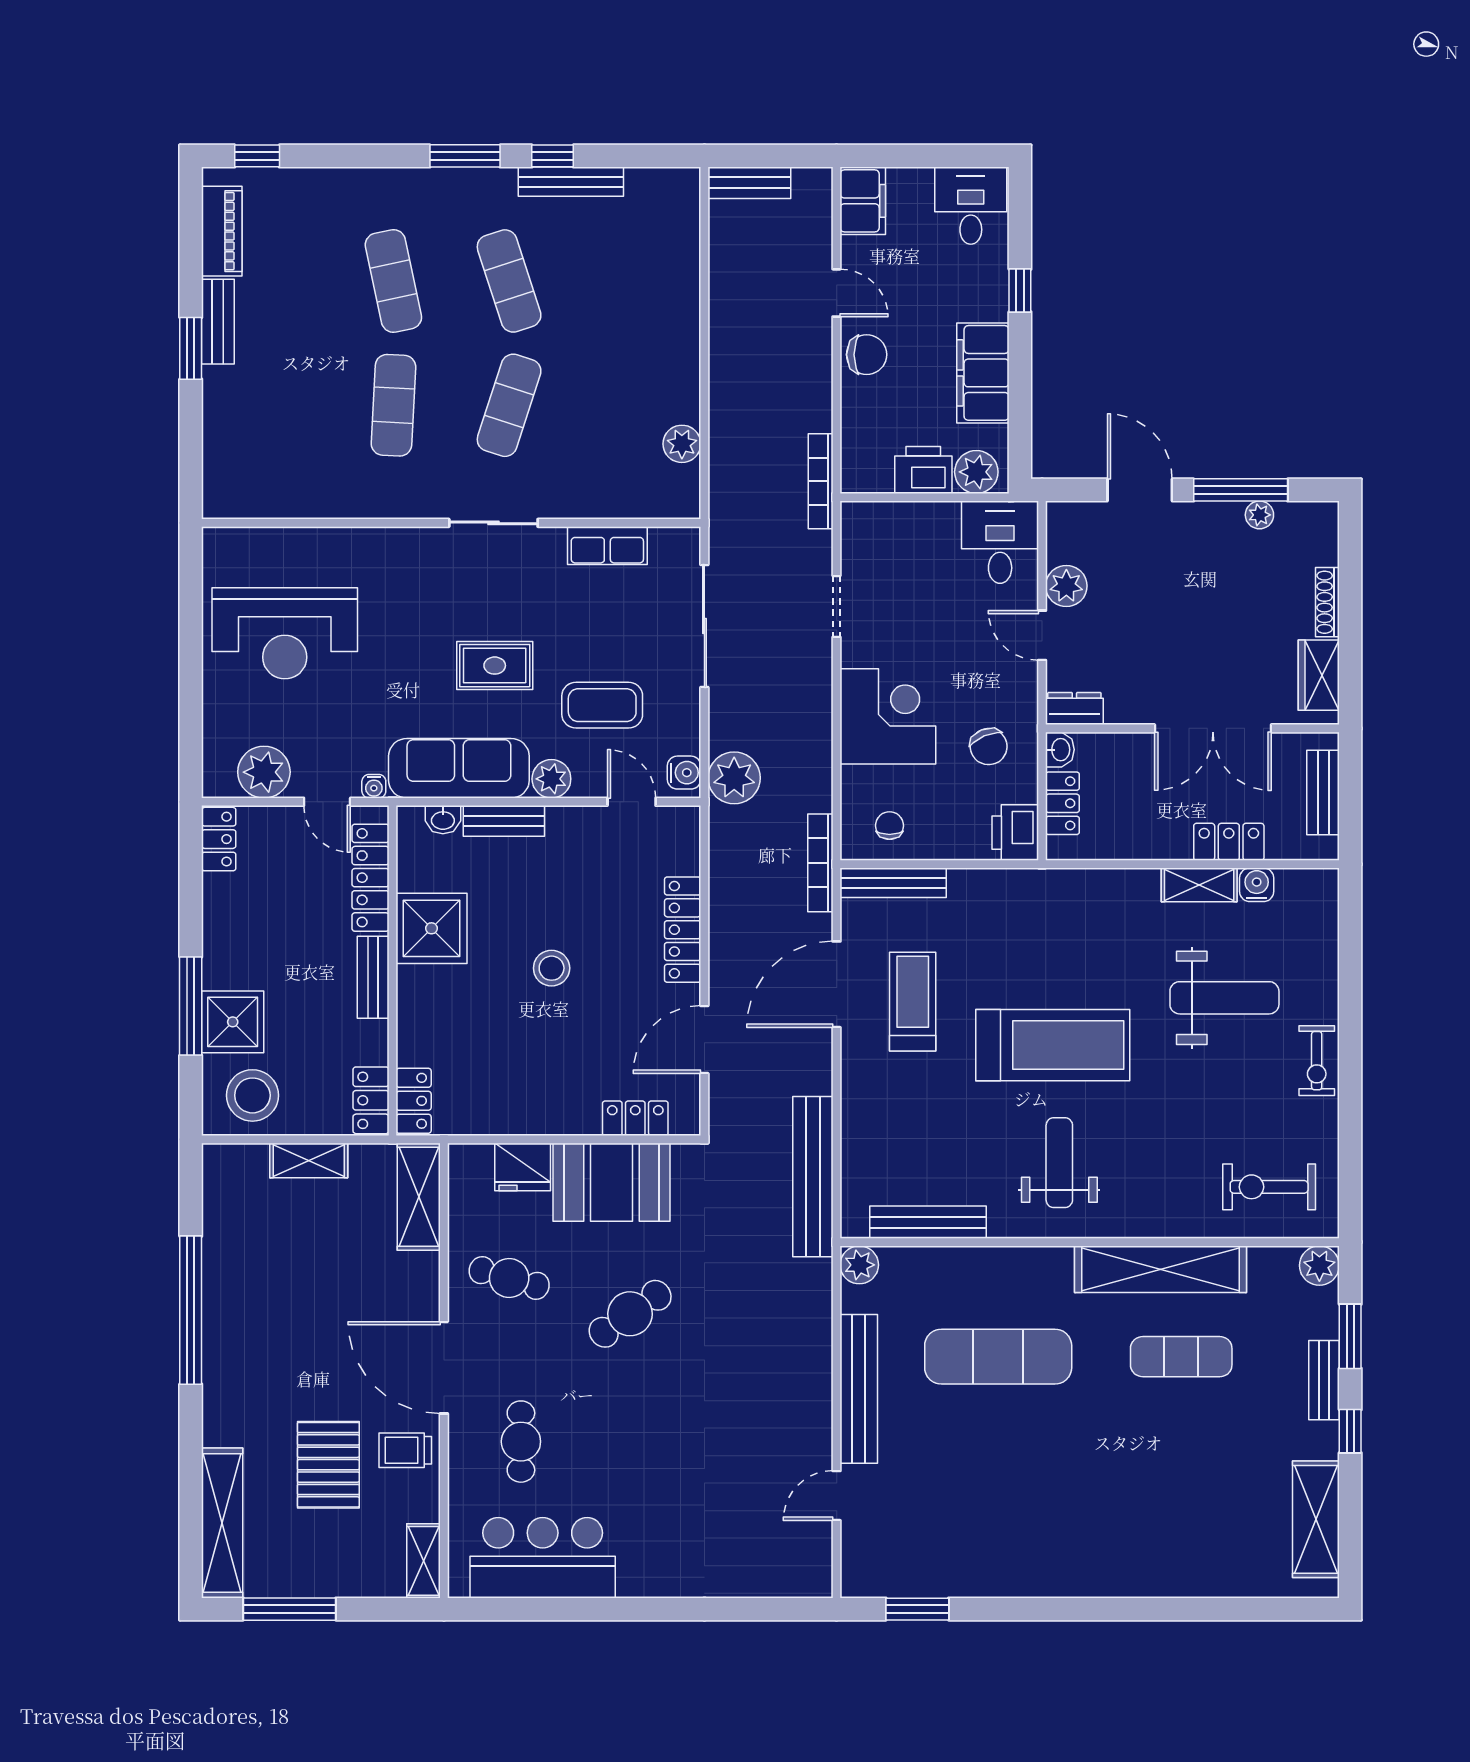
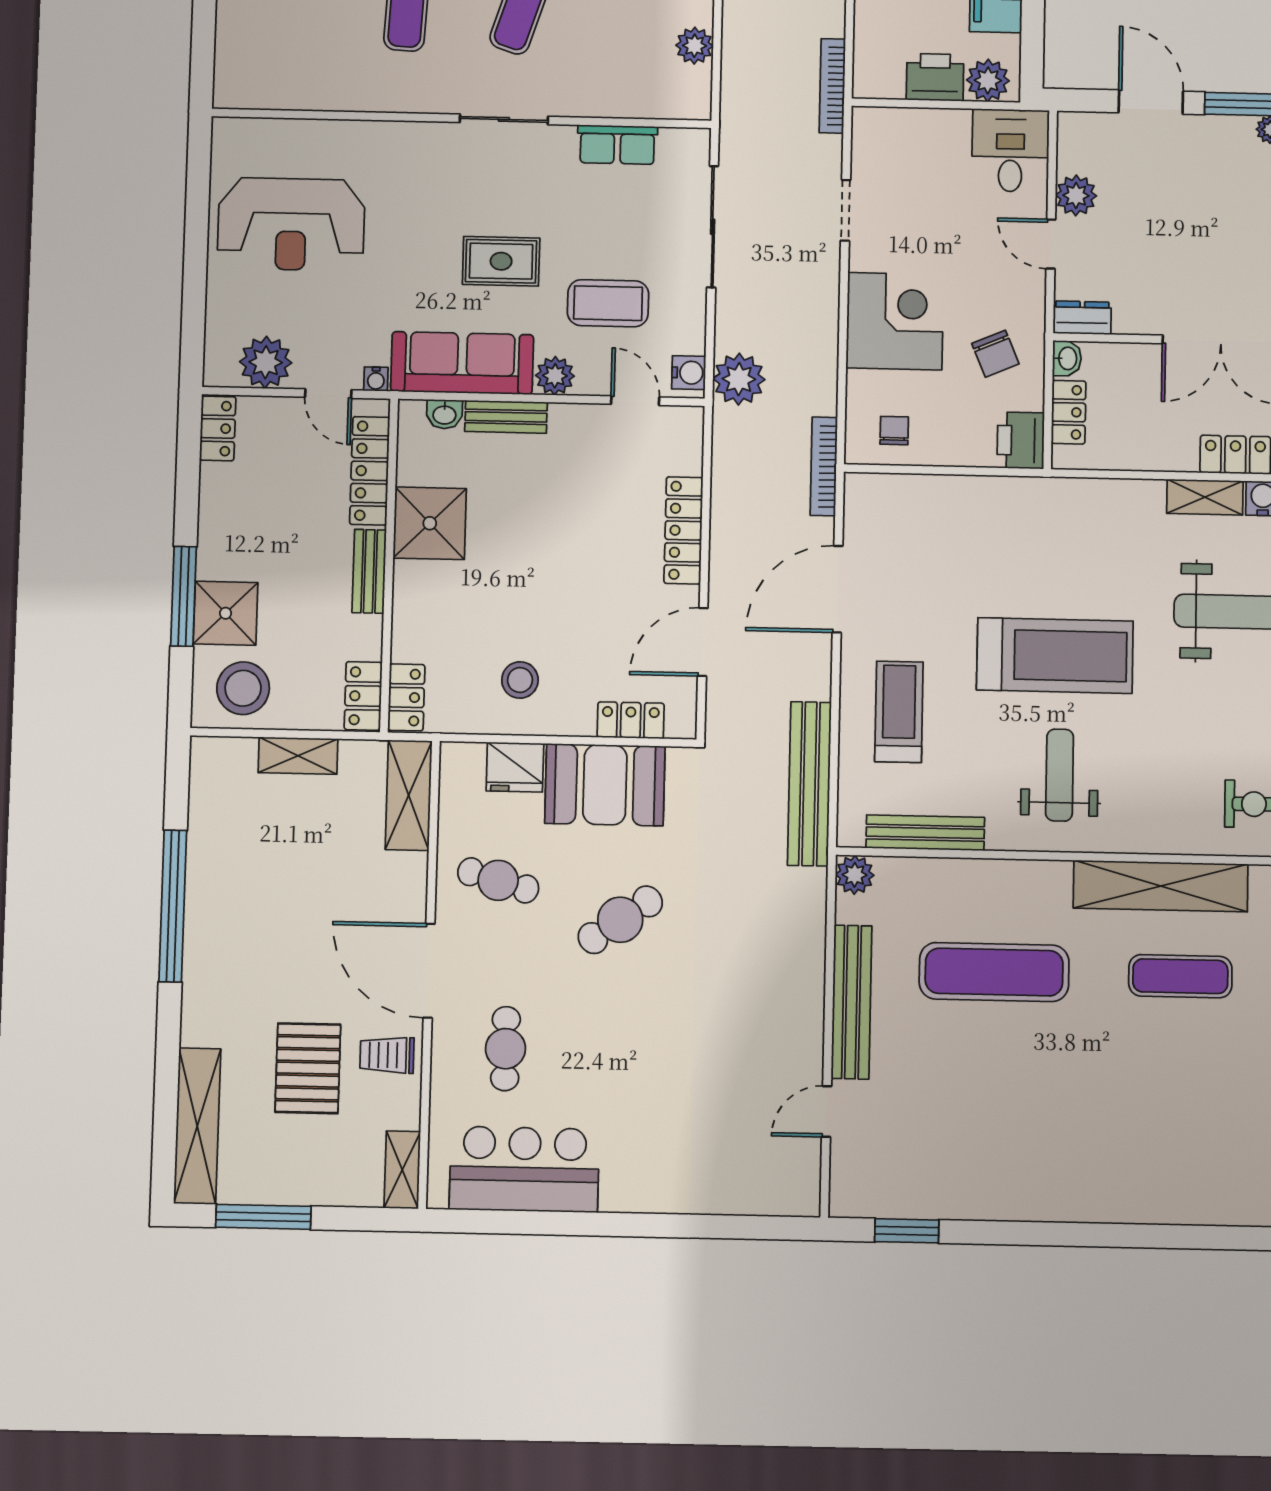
bench: (893, 883) -> (897, 488), removed
stool: (552, 968) -> (520, 680), moved
treadmill: (913, 1002) -> (899, 712), moved

